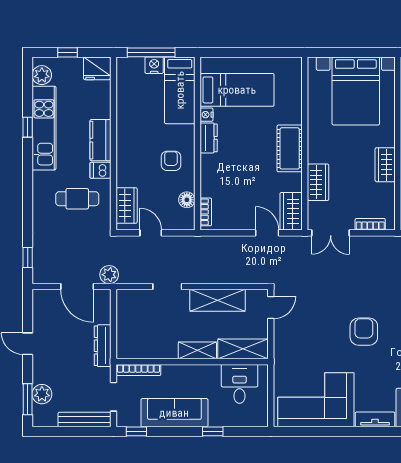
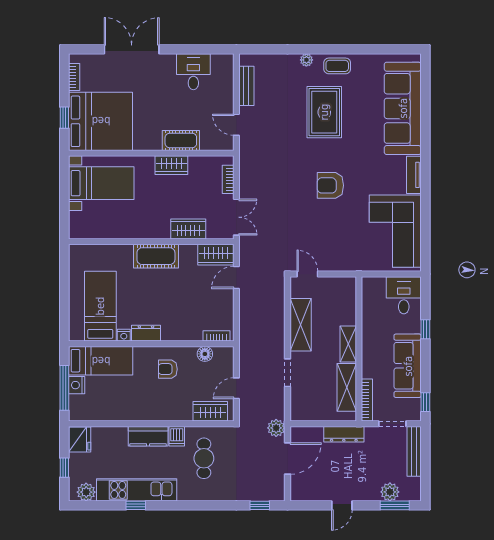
bed with nightstands: (356, 91) -> (101, 183), width x0.73
shelving: (243, 349) -> (347, 387), moved
desk: (240, 384) -> (404, 295), moved, turned 90

